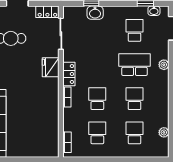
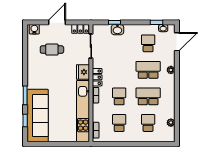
school desk: (134, 99) -> (148, 96), width x1.85
kitchen unit: (51, 117) -> (83, 111), added

